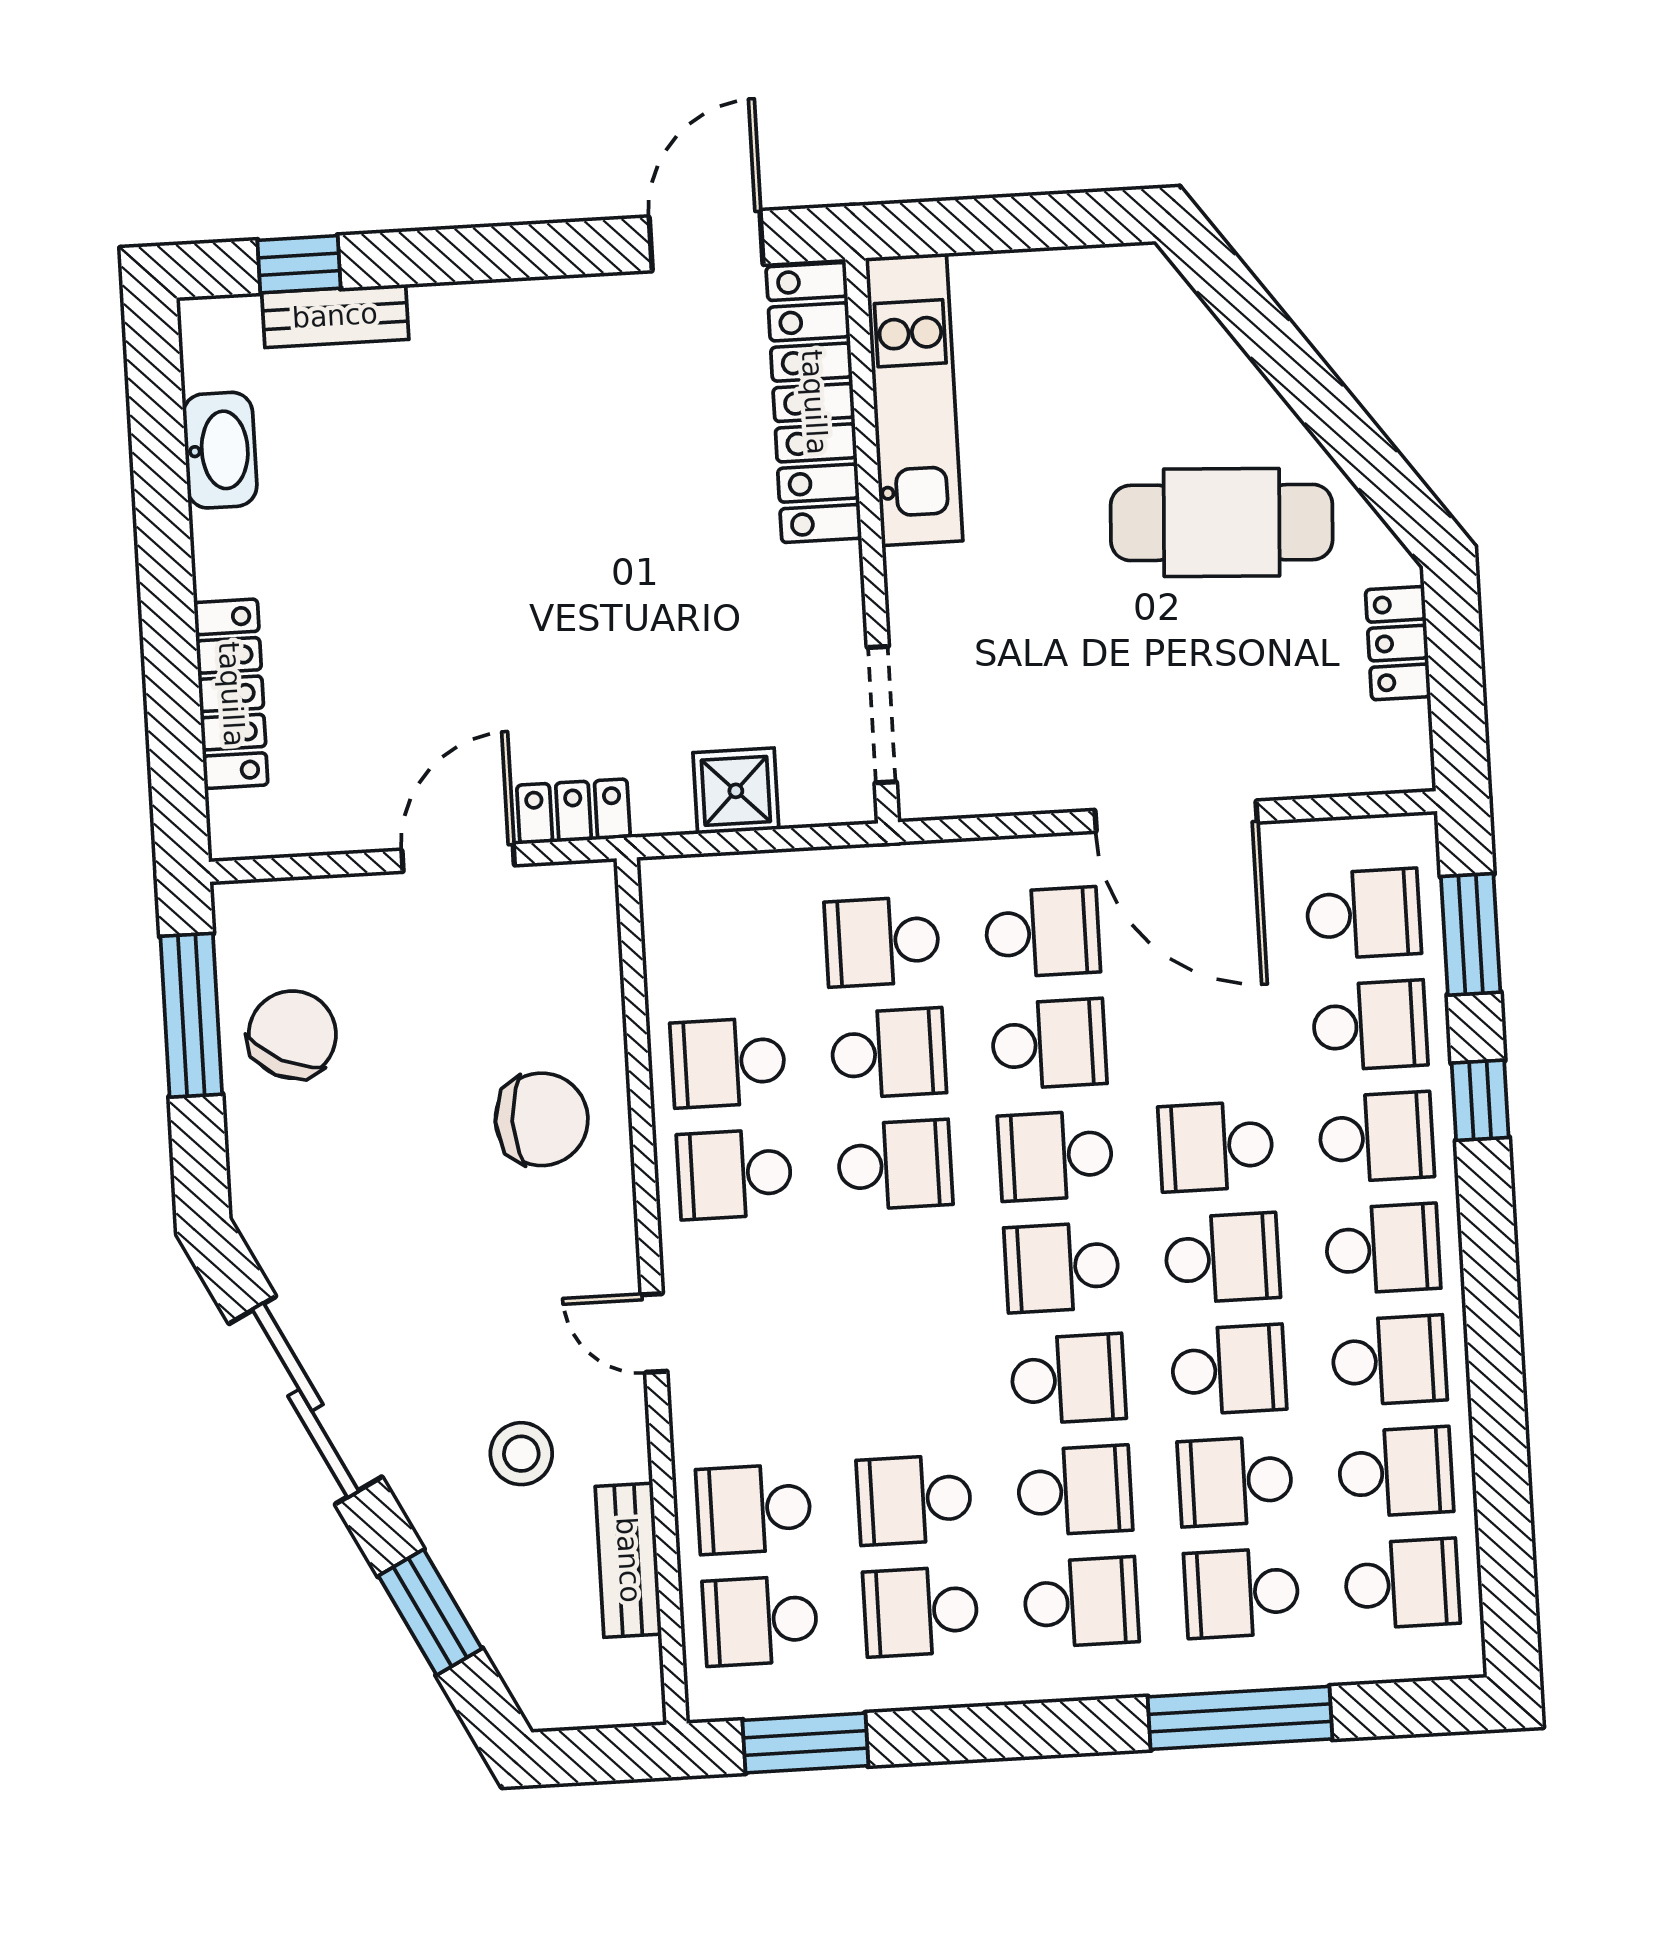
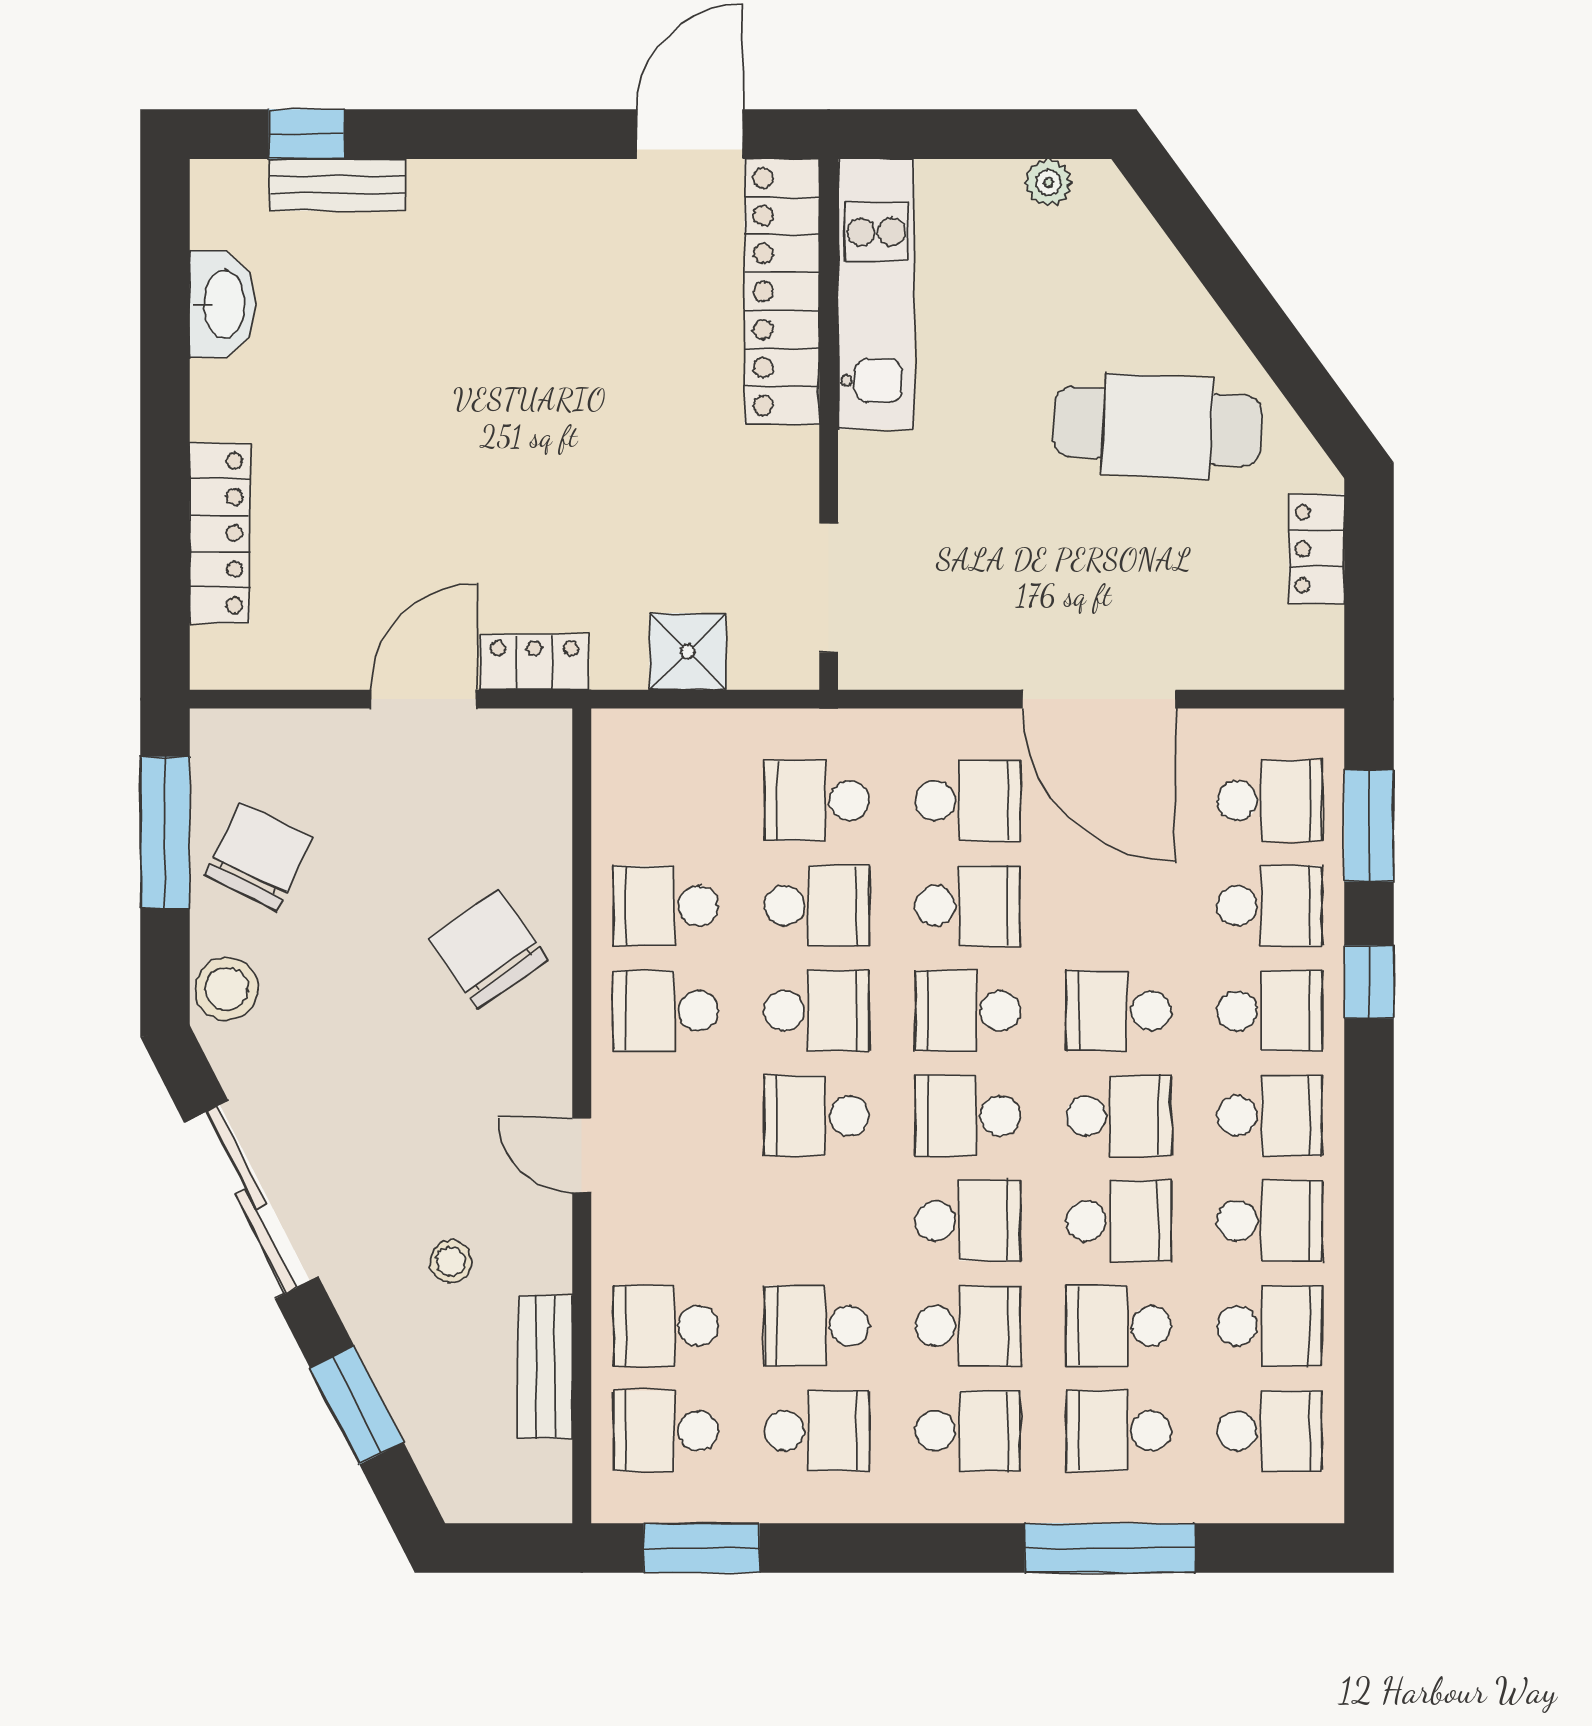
plant: (1090, 270) -> (1048, 182), added
chair: (542, 1119) -> (488, 949), turned -125
stool: (266, 1178) -> (227, 989), added
school desk: (901, 1277) -> (817, 1116), added
stool: (521, 1454) -> (451, 1261), width x0.73, depth x0.73
school desk: (921, 1611) -> (817, 1431), turned 180

